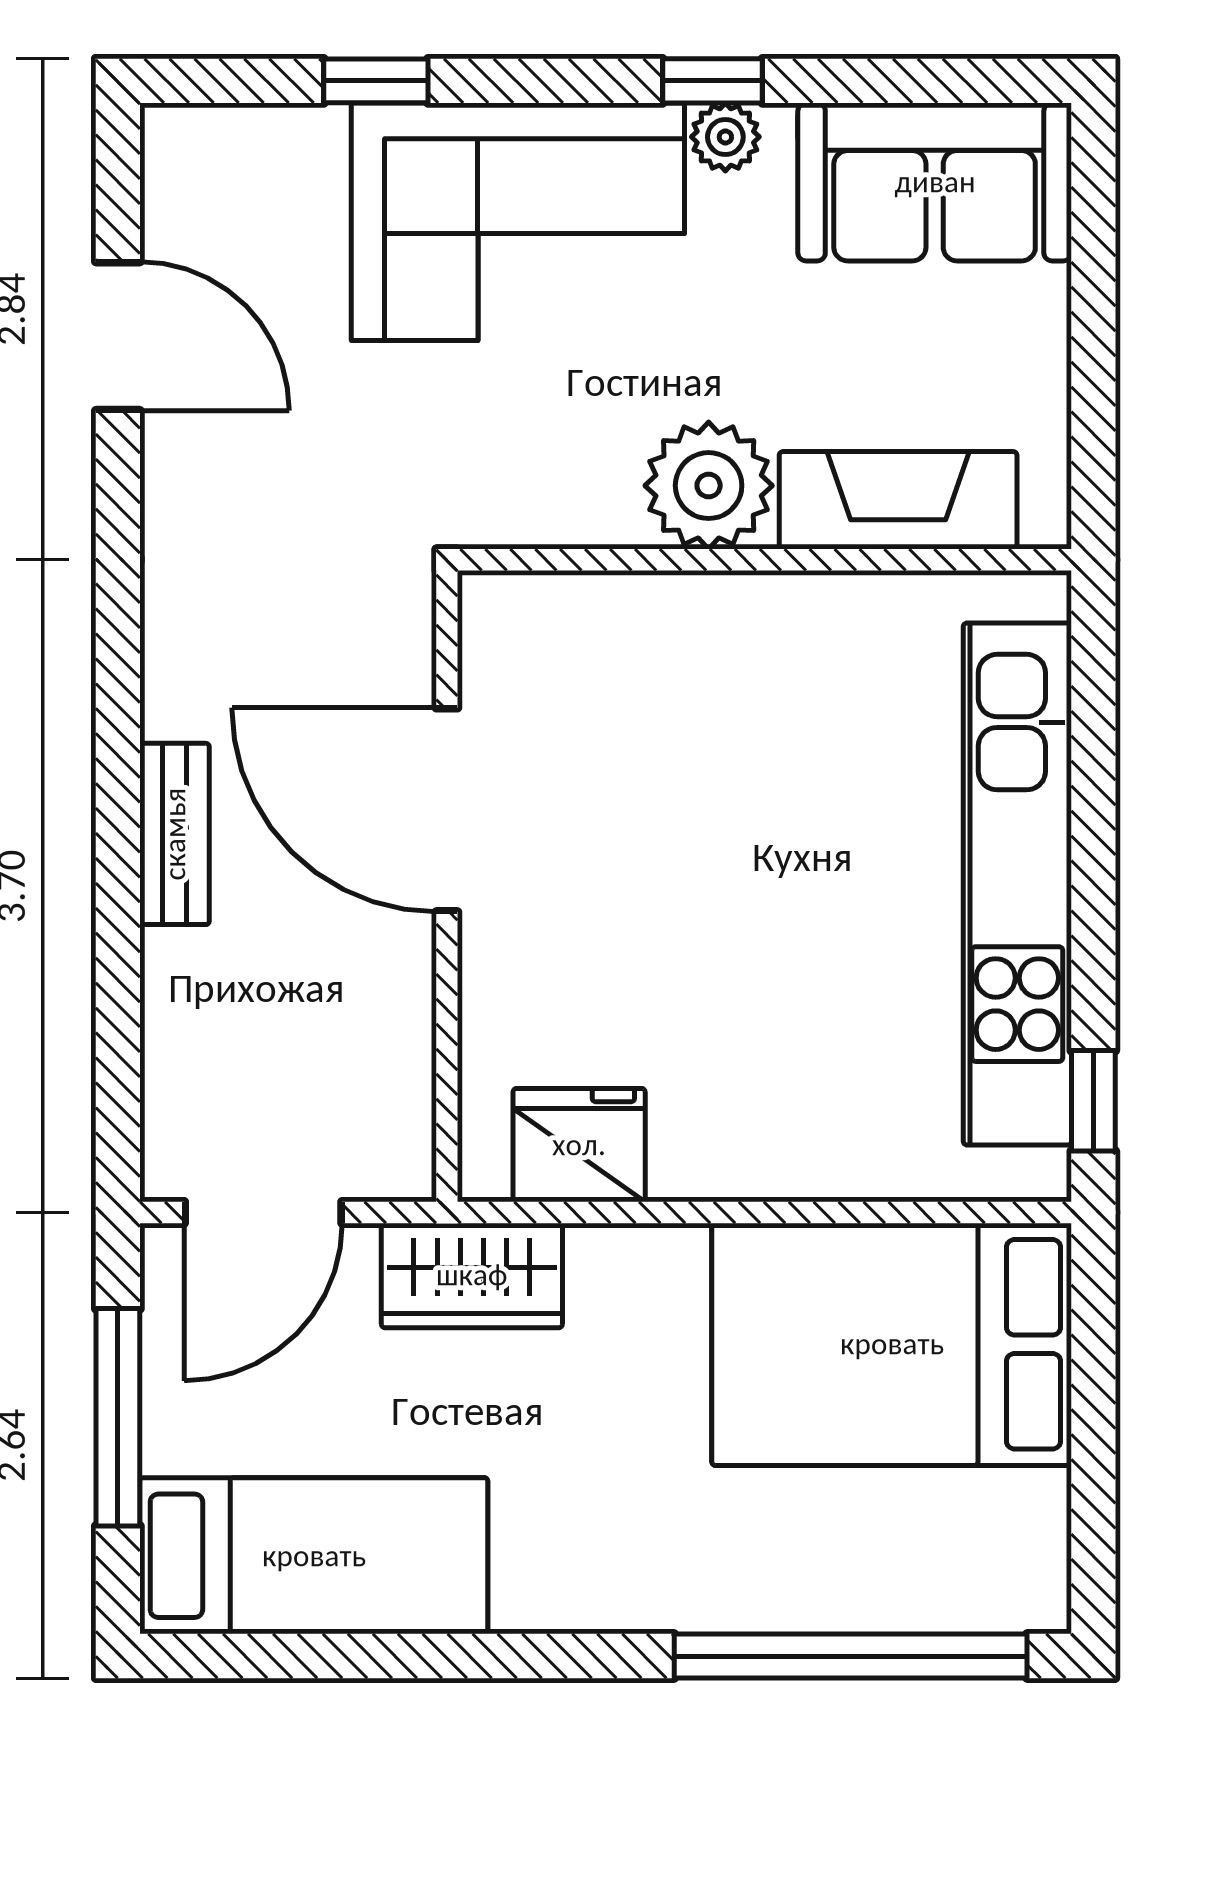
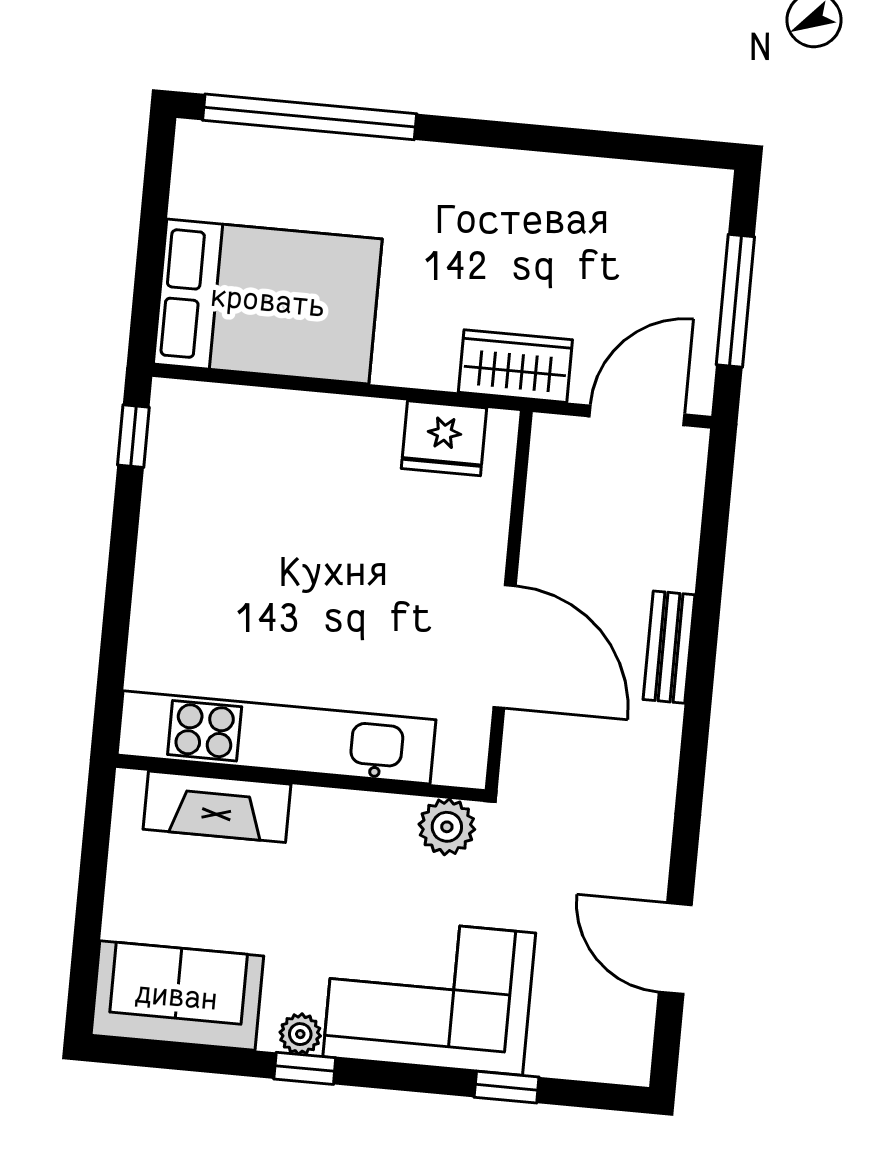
plant: (709, 486) -> (447, 827), moved, width x0.73, depth x0.73
kitchen unit: (1017, 884) -> (277, 737), moved, turned -90
bed: (314, 1556) -> (626, 207), removed

